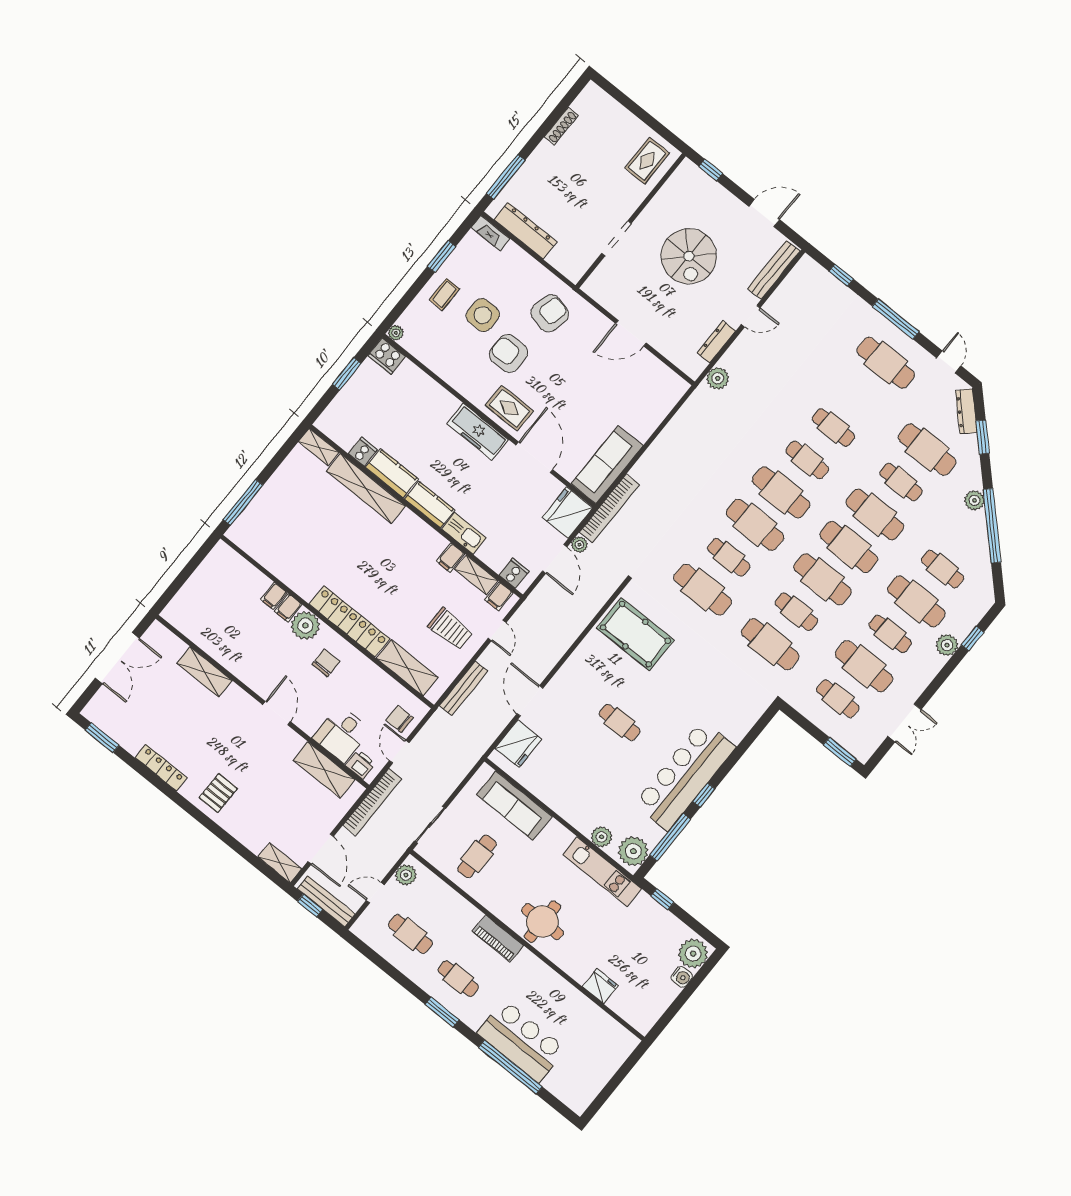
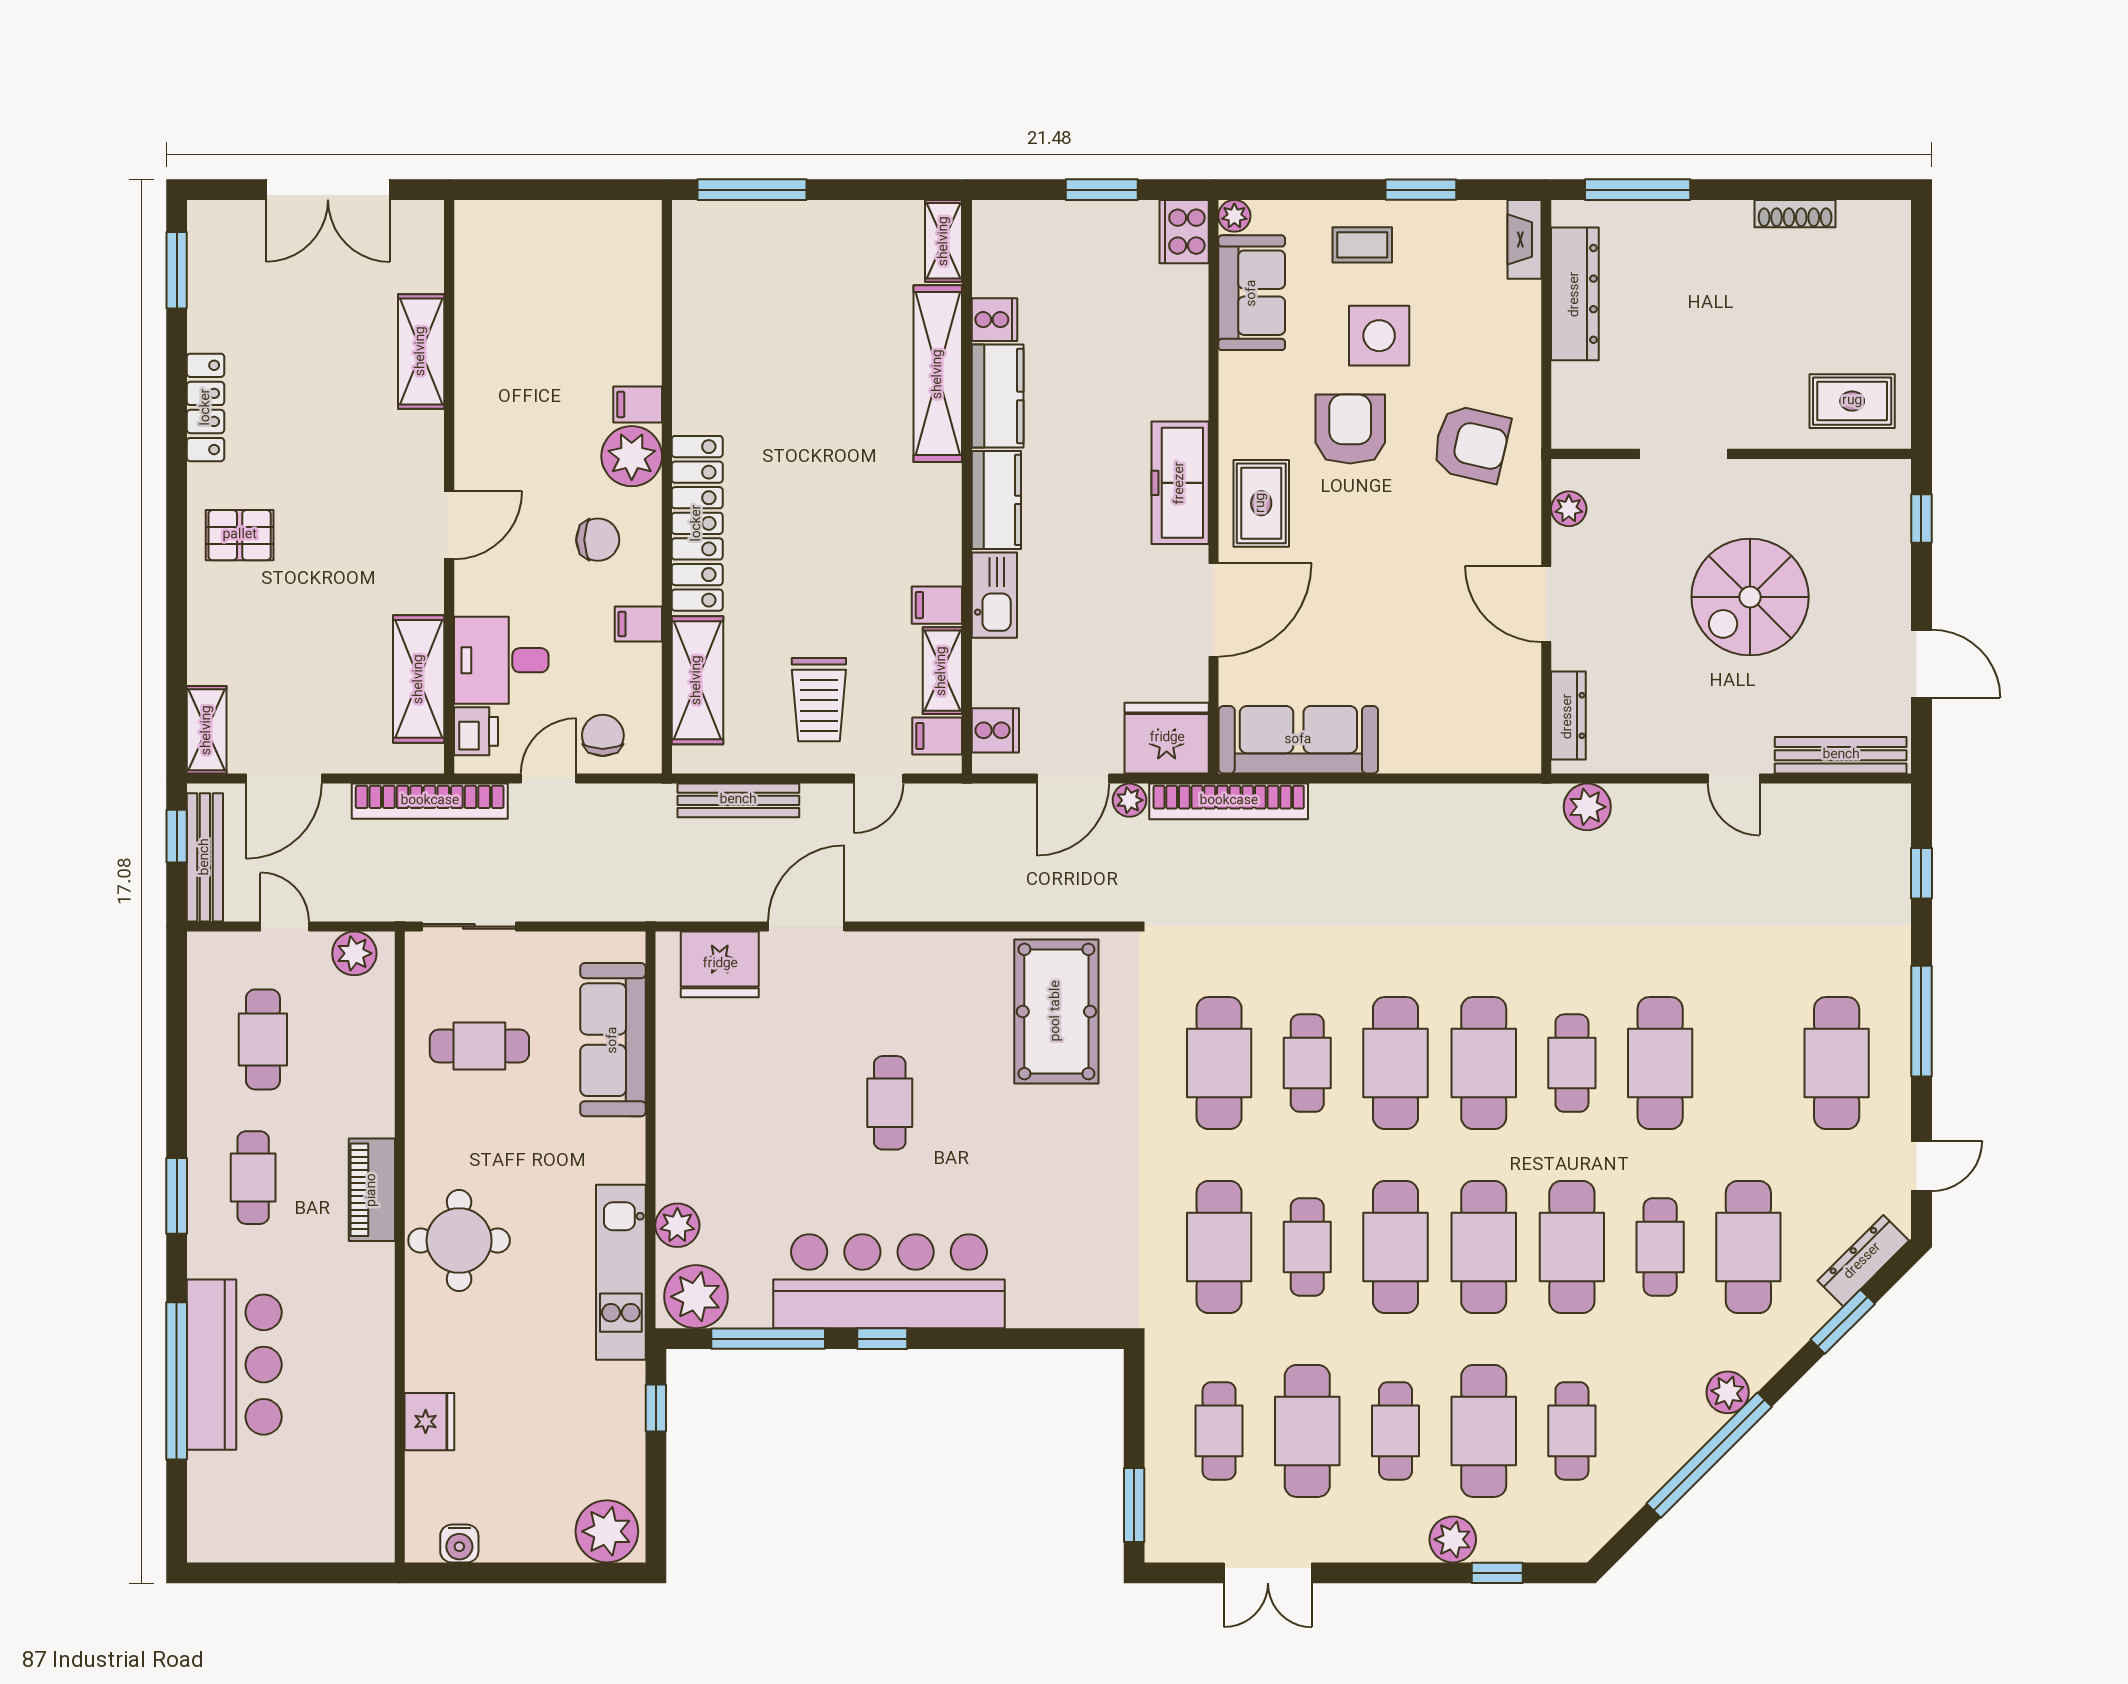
plant: (603, 297) -> (1569, 509), added
dresser: (716, 342) -> (1568, 716), moved, turned 90
sofa: (429, 349) -> (1252, 293), added
cafe table: (833, 428) -> (1660, 1063), width x1.37, depth x1.35
filing cabinet: (274, 596) -> (638, 624), moved
water cooler: (682, 977) -> (459, 1544), moved

